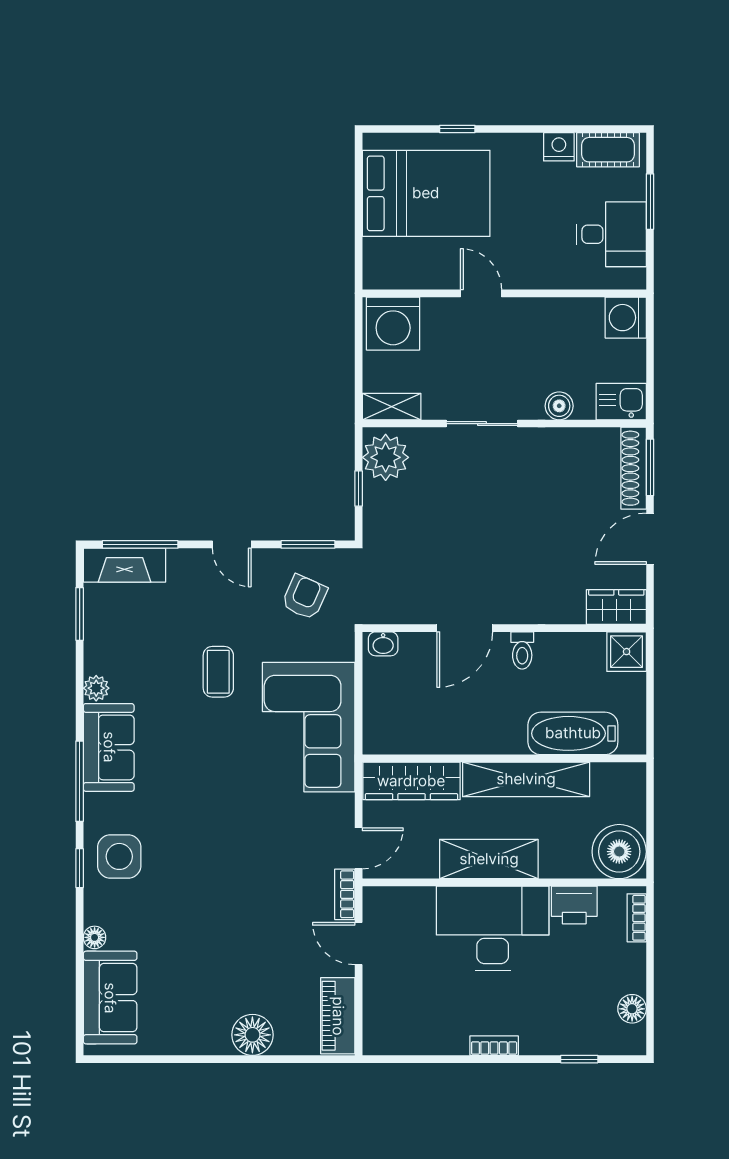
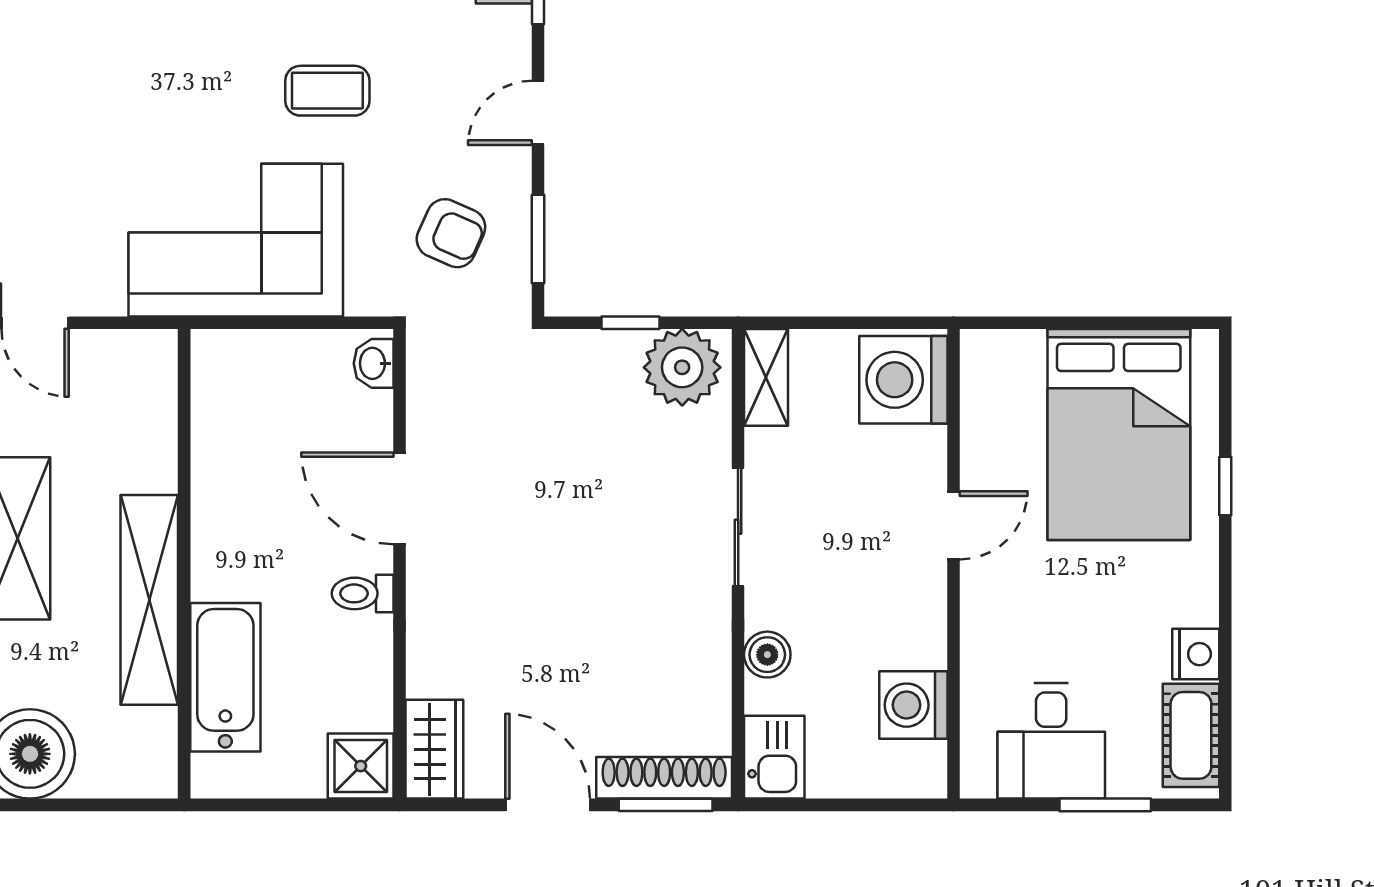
washing machine: (626, 318) -> (913, 705), moved, turned -90
wardrobe: (411, 781) -> (147, 410), removed

